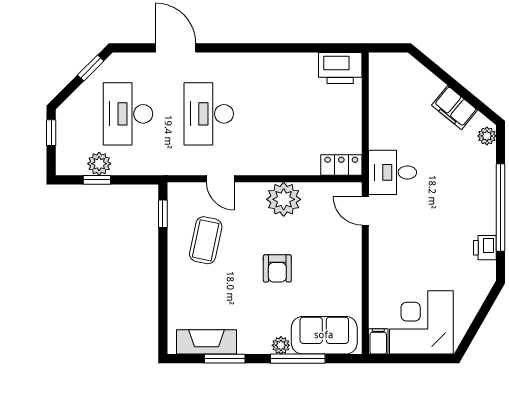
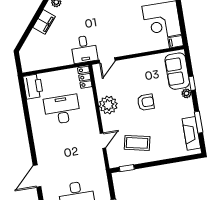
desk: (209, 114) -> (62, 109), moved, turned 180
window: (298, 359) -> (192, 83), width x0.46

